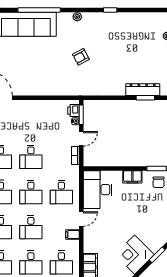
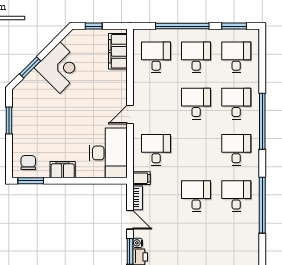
door: (81, 139) -> (130, 220), swing flipped
desk: (31, 192) -> (196, 150), removed
filing cabinet: (72, 235) -> (141, 178), moved

